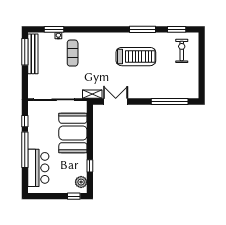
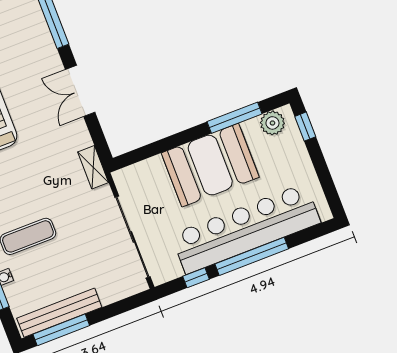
double door: (116, 101) -> (80, 91), moved
booth: (73, 133) -> (210, 165), moved
window: (90, 166) -> (234, 118), width x2.17
bar counter: (38, 168) -> (246, 229), width x1.86

